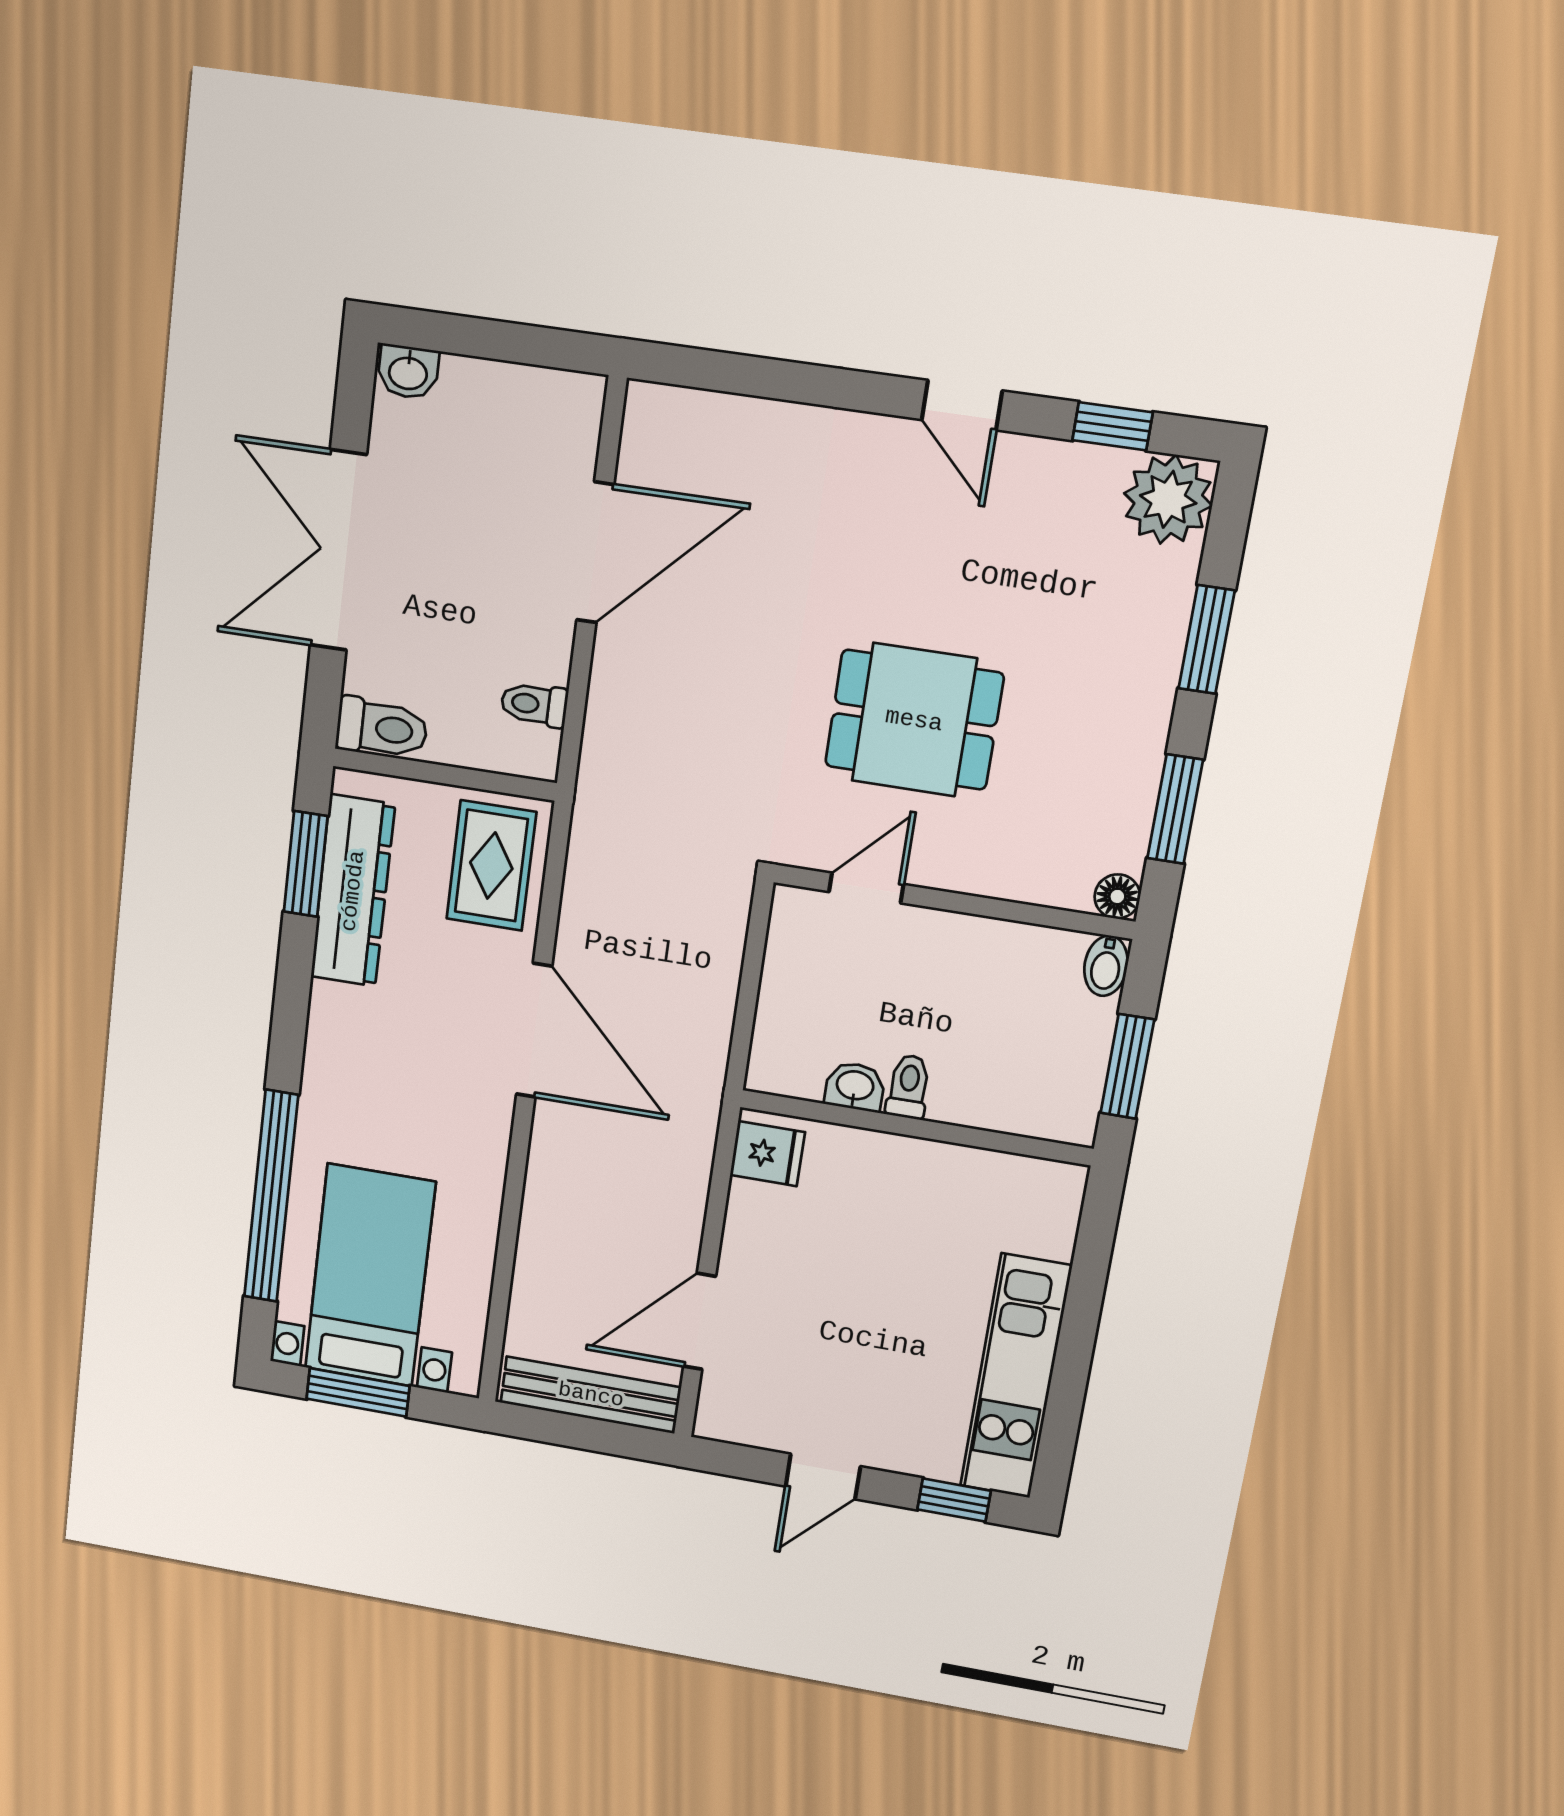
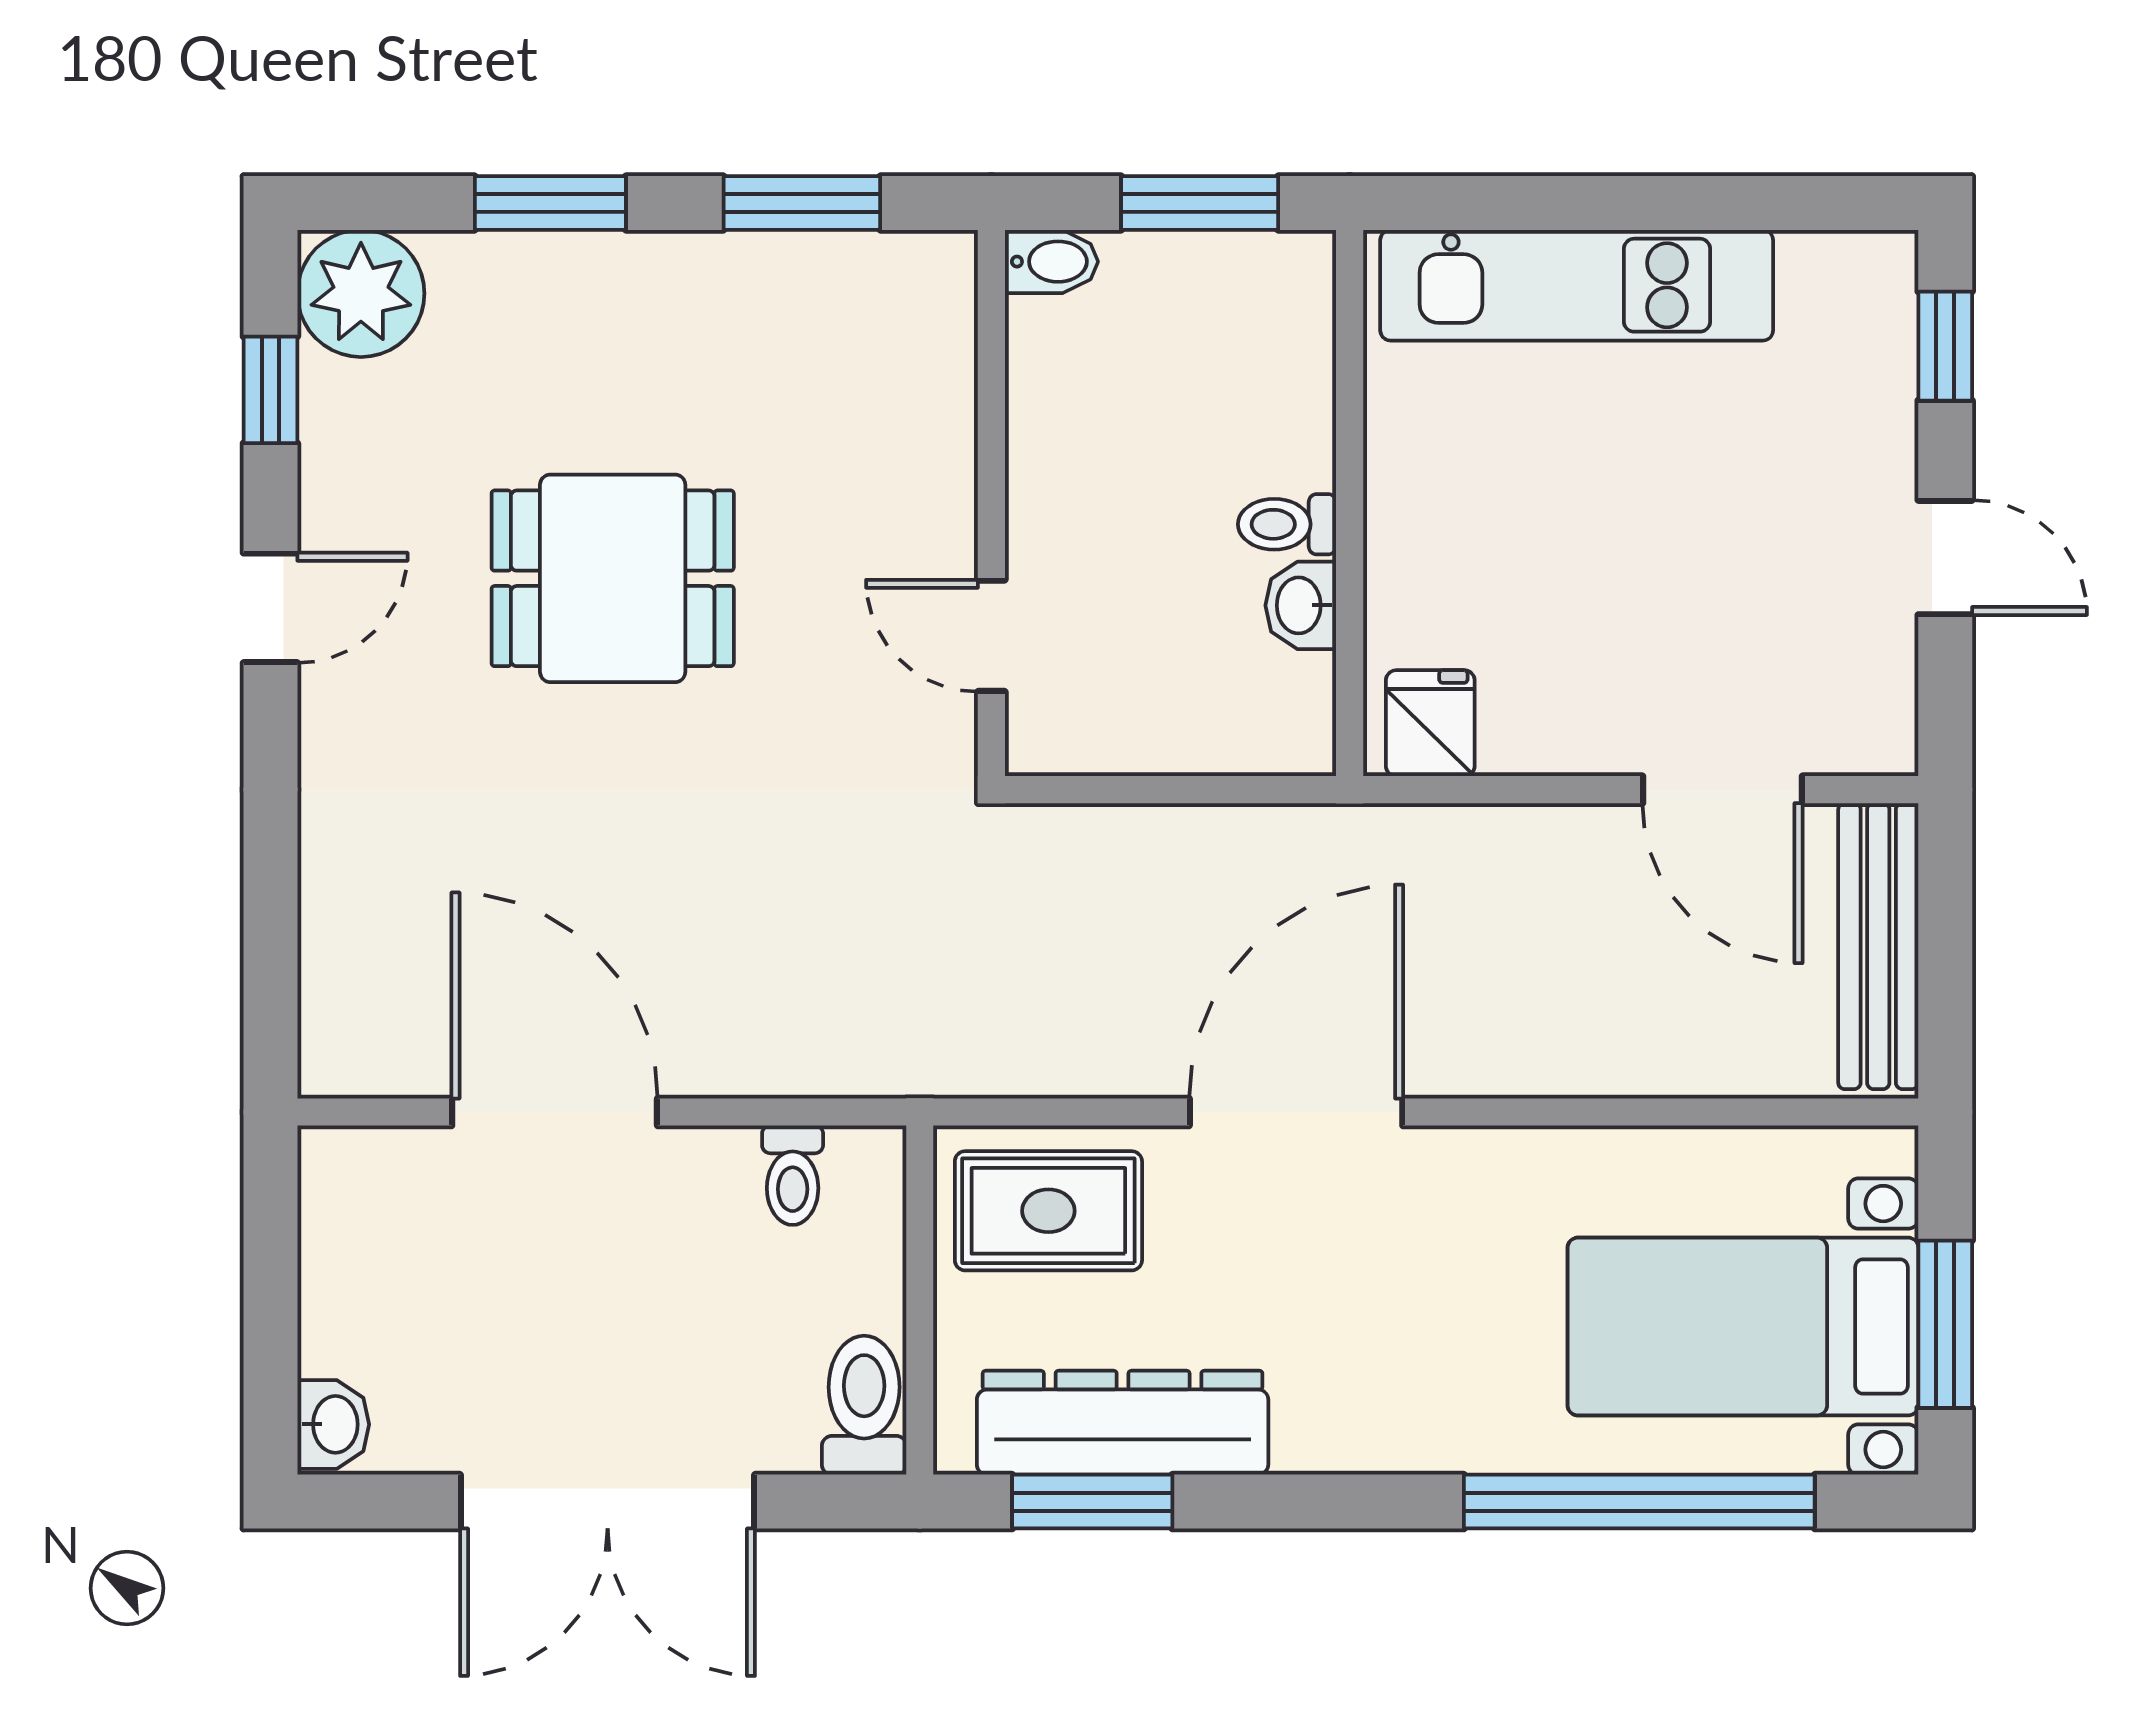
dining table: (914, 720) -> (613, 578), moved, turned 90
floor lamp: (1117, 896) -> (945, 263), removed
kitchen unit: (1016, 1377) -> (1577, 285), moved

